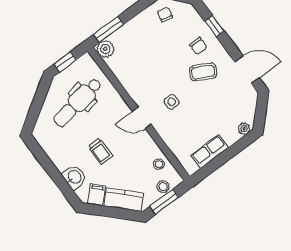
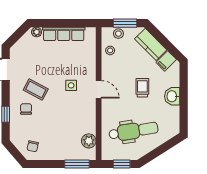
plant: (105, 49) -> (89, 141), moved
row of seats: (210, 152) -> (64, 34), width x1.48
washbasin: (74, 177) -> (172, 96), moved

